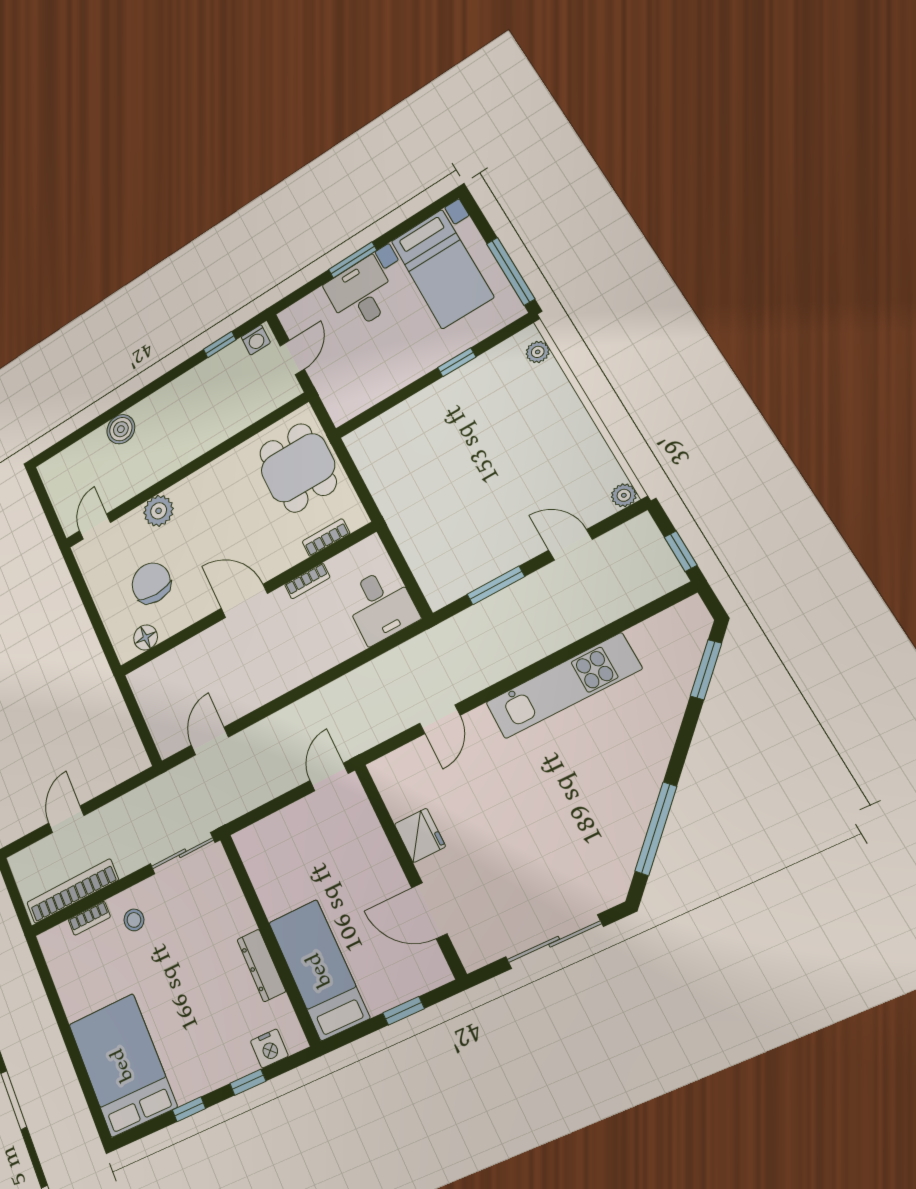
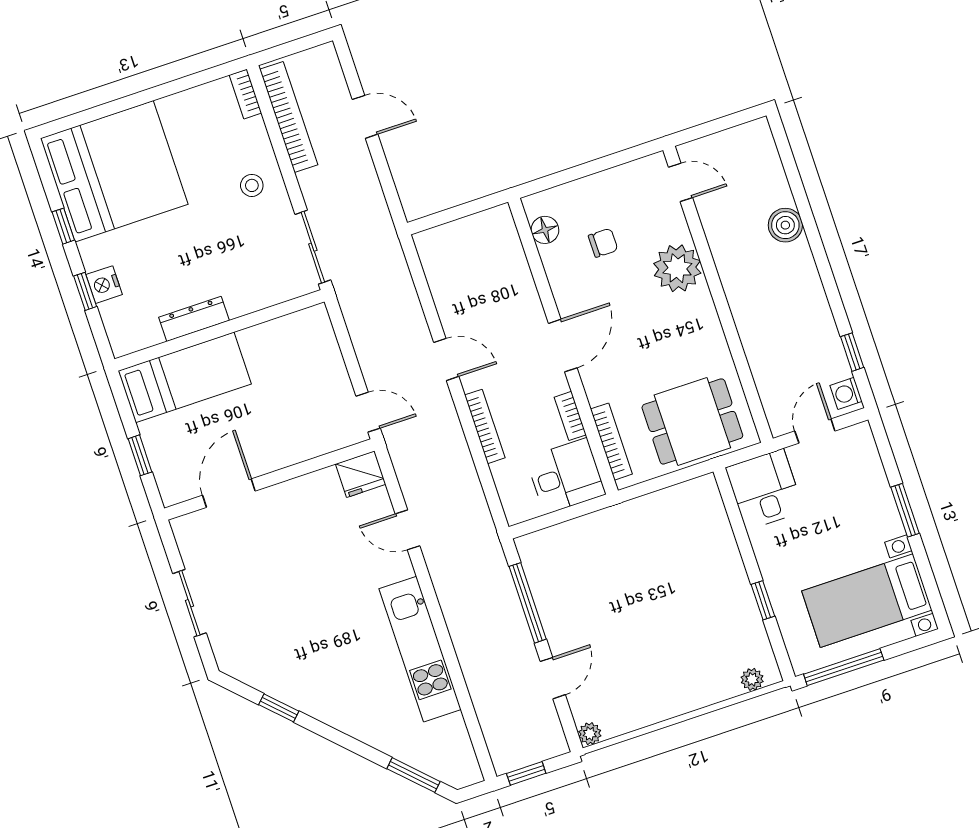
desk: (361, 294) -> (765, 489), moved, turned -90
door: (292, 358) -> (815, 431), swing flipped
plant: (159, 511) -> (677, 268), width x1.36, depth x1.36
bookcase: (326, 538) -> (611, 442), width x1.56
chair: (151, 583) -> (603, 243), width x0.54, depth x0.54
window: (496, 585) -> (528, 603), width x1.44
desk: (381, 605) -> (566, 476), moved, turned 180
bookcase: (328, 660) -> (485, 426), added
door: (210, 741) -> (446, 359), moved
window: (656, 829) -> (279, 708), width x0.46
fridge: (420, 835) -> (361, 474), moved
bookcase: (89, 918) -> (245, 94), moved
sliding door: (554, 942) -> (189, 603), width x0.73
nightstand: (269, 1048) -> (104, 285), moved
bed: (122, 1065) -> (114, 171), width x1.36

